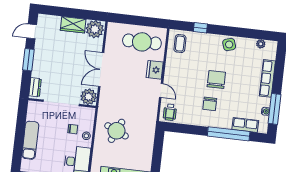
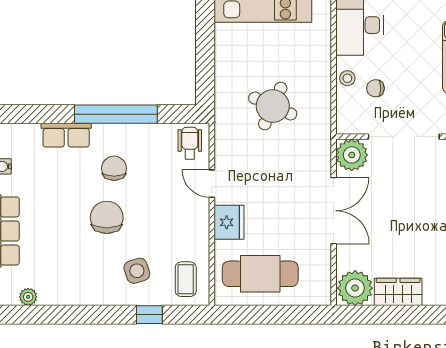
side table: (229, 44) -> (137, 271), moved
chair: (216, 79) -> (107, 217), turned 180
row of seats: (245, 125) -> (66, 135), moved
round table: (117, 131) -> (273, 106), moved
window: (229, 134) -> (116, 114), moved

